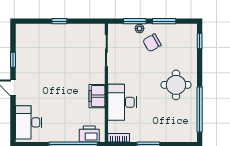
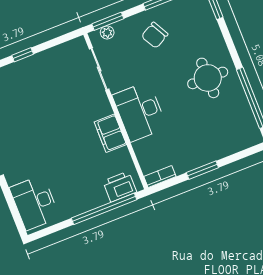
window: (135, 21) -> (108, 21), moved
plant: (140, 28) -> (107, 32), moved
desk: (122, 102) -> (140, 111), moved

